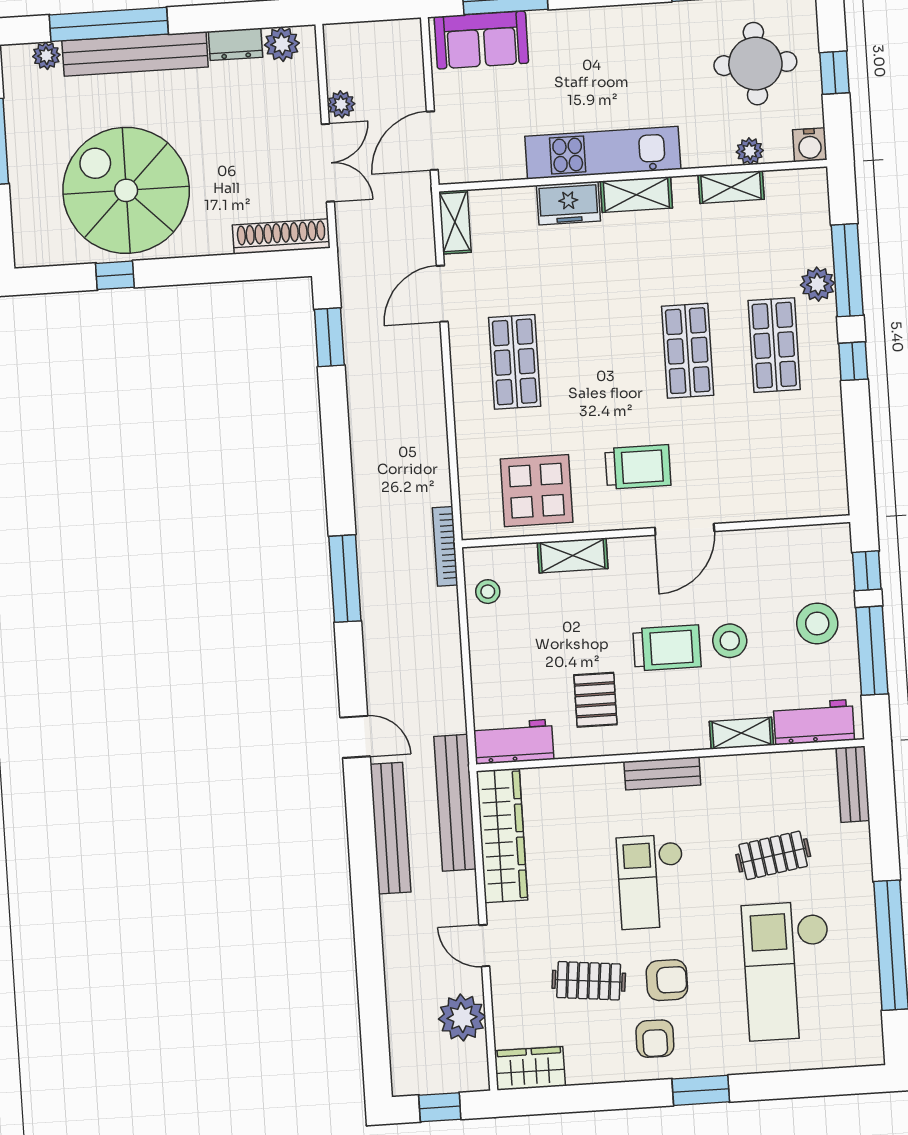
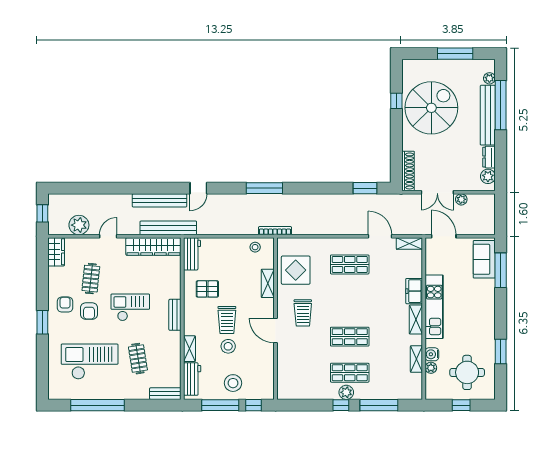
water cooler: (810, 145) -> (432, 354), moved
plant: (818, 284) -> (346, 392), moved
armchair: (655, 1039) -> (65, 305), turned 90

